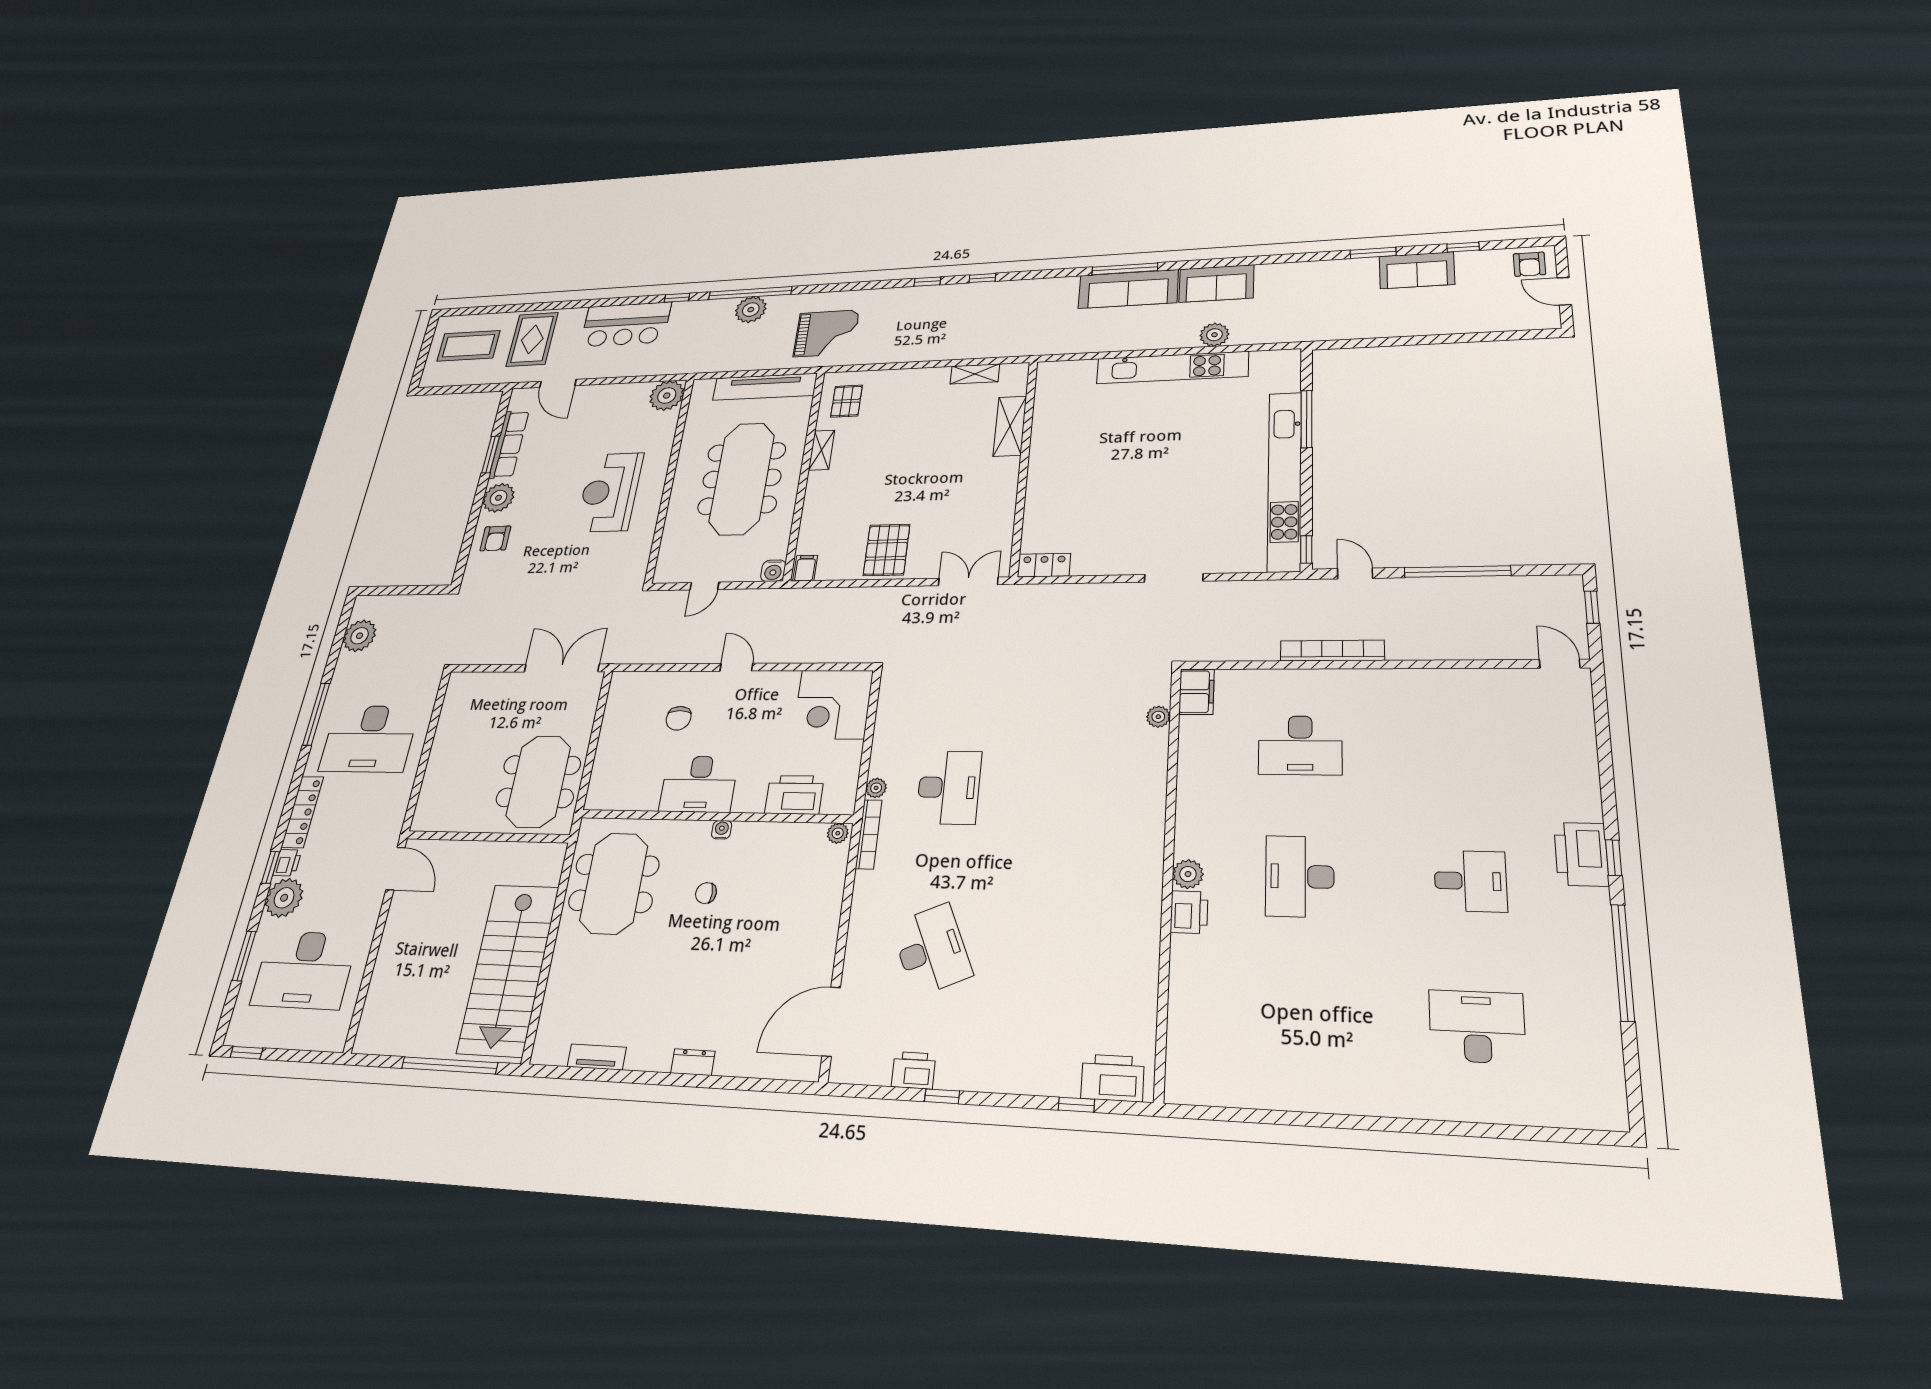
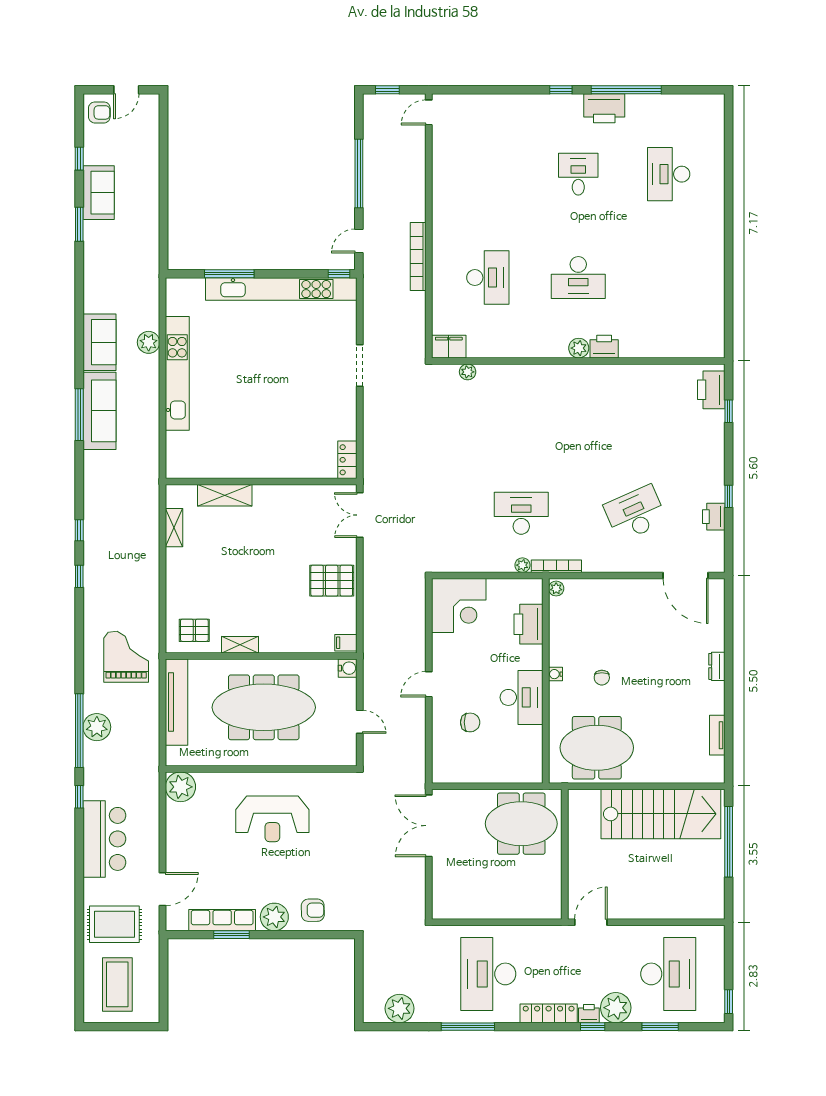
desk: (369, 739) -> (488, 974), turned 180
printer: (1581, 854) -> (604, 108), moved

